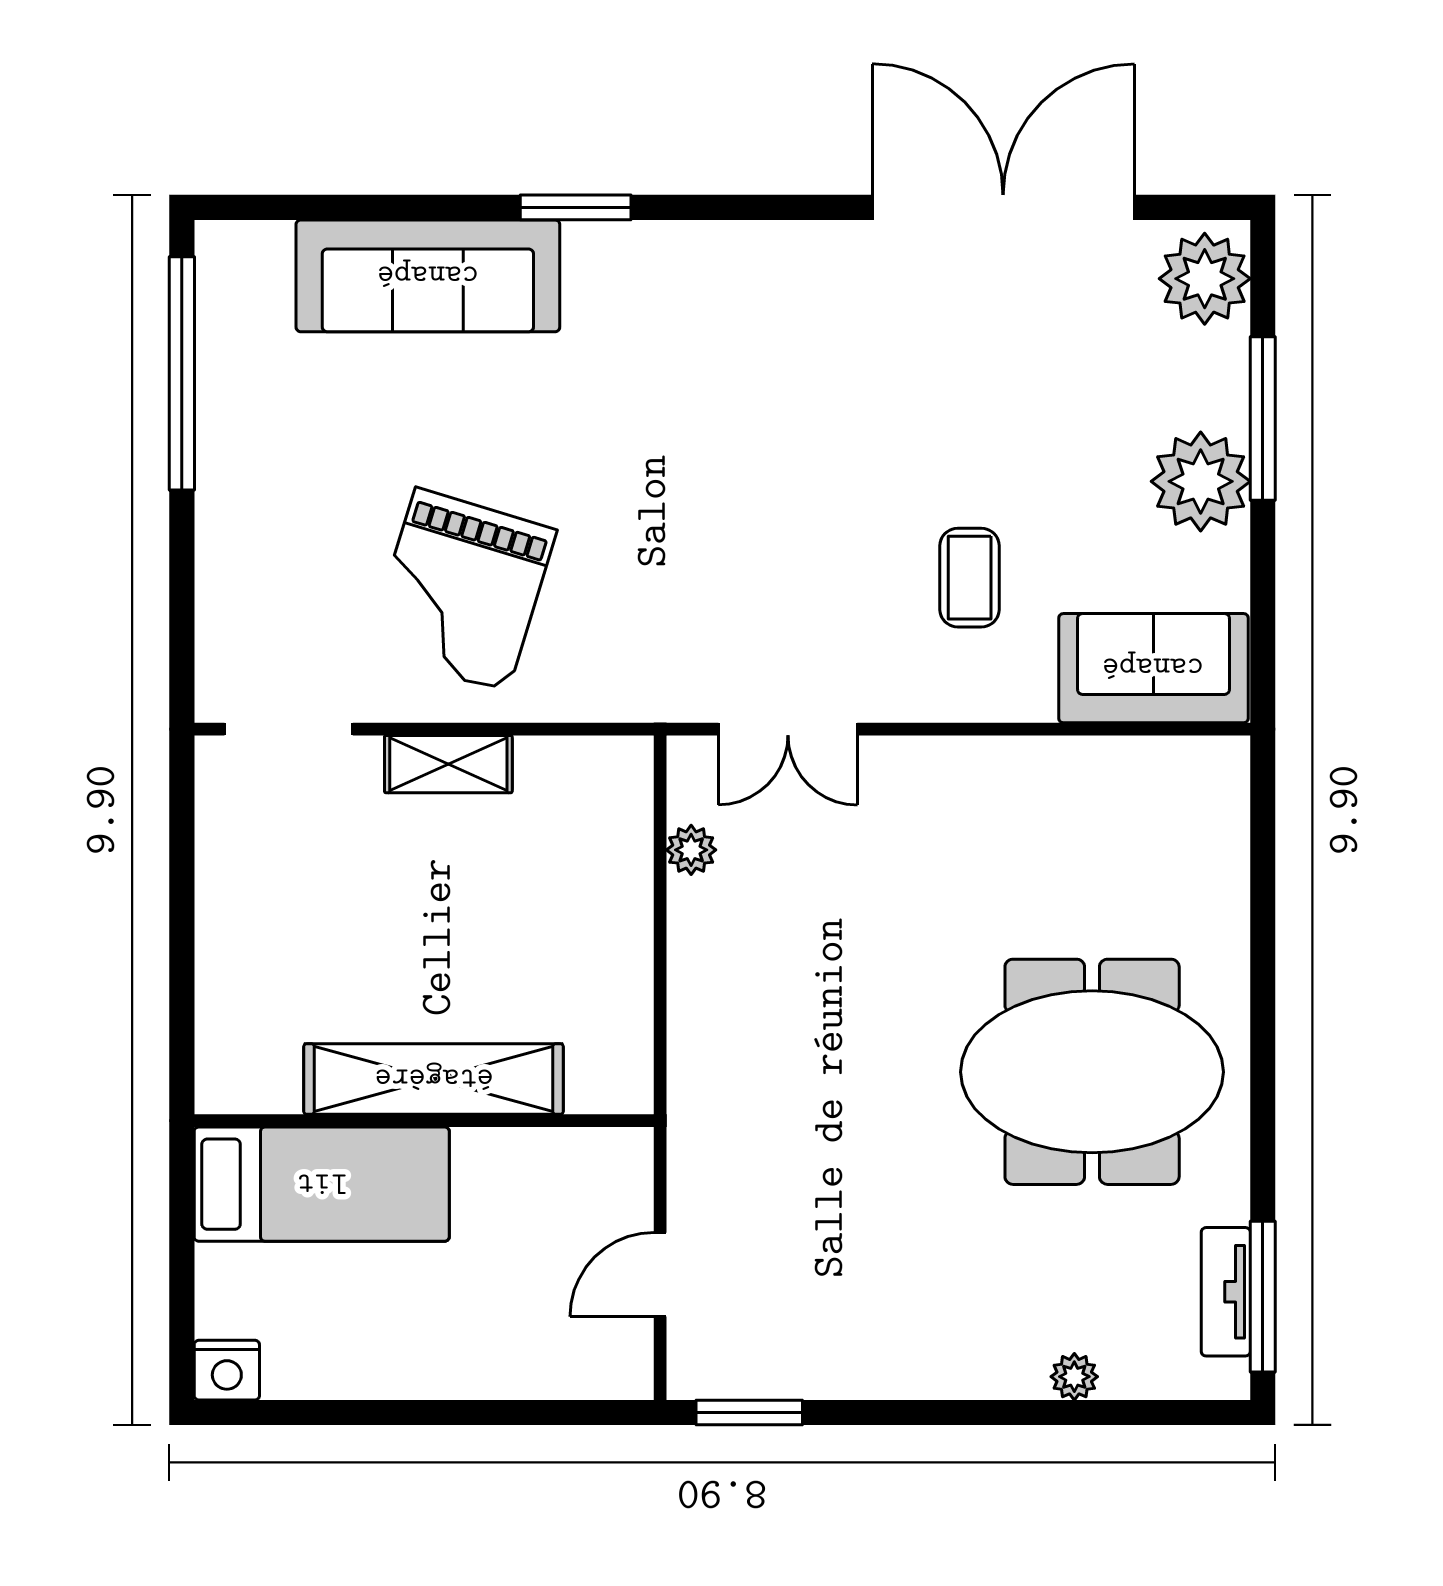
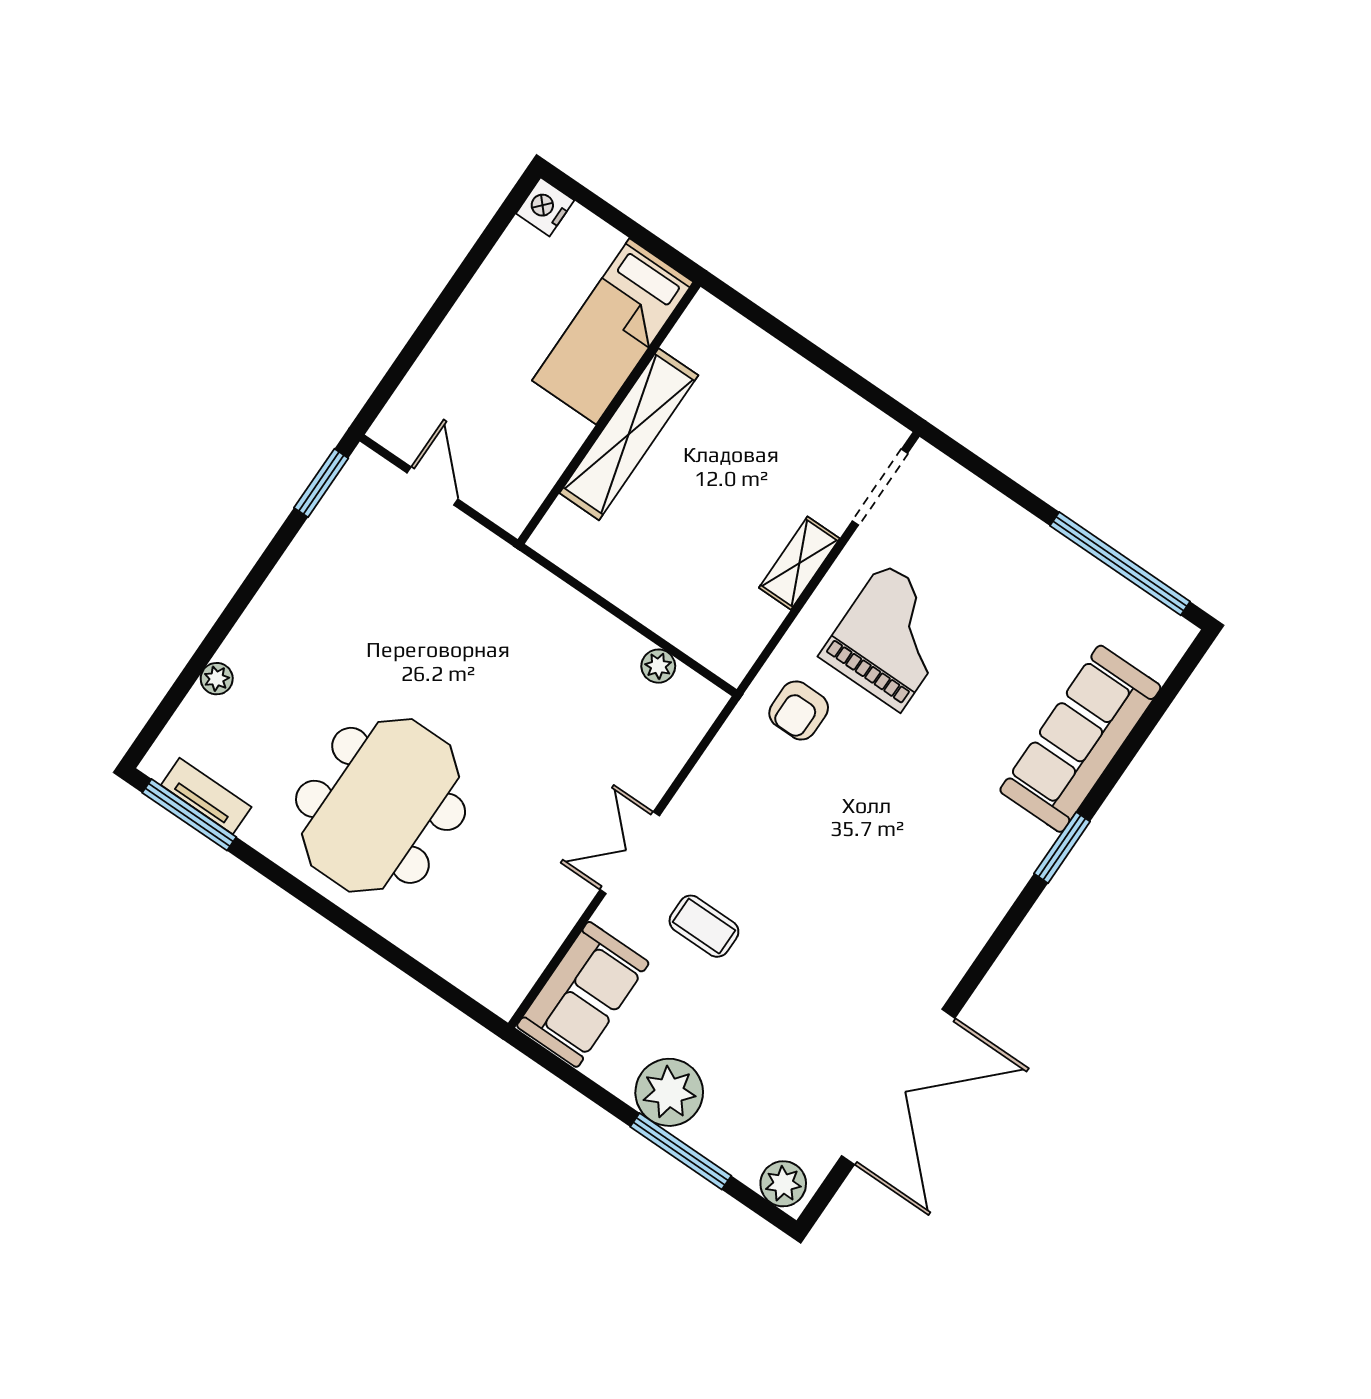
plant: (1205, 279) -> (783, 1184), width x0.73, depth x0.73
grand piano: (461, 590) -> (892, 637), turned 73
armchair: (628, 642) -> (799, 710), added
double door: (788, 729) -> (630, 853), moved

